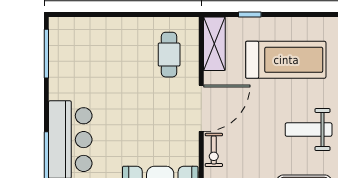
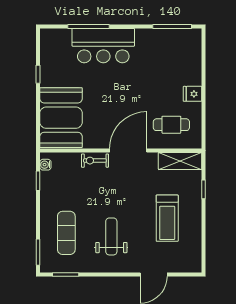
fridge: (131, 28) -> (193, 94), added
treadmill: (286, 60) -> (167, 218), width x0.73, depth x0.73
door: (201, 108) -> (128, 151), swing flipped

